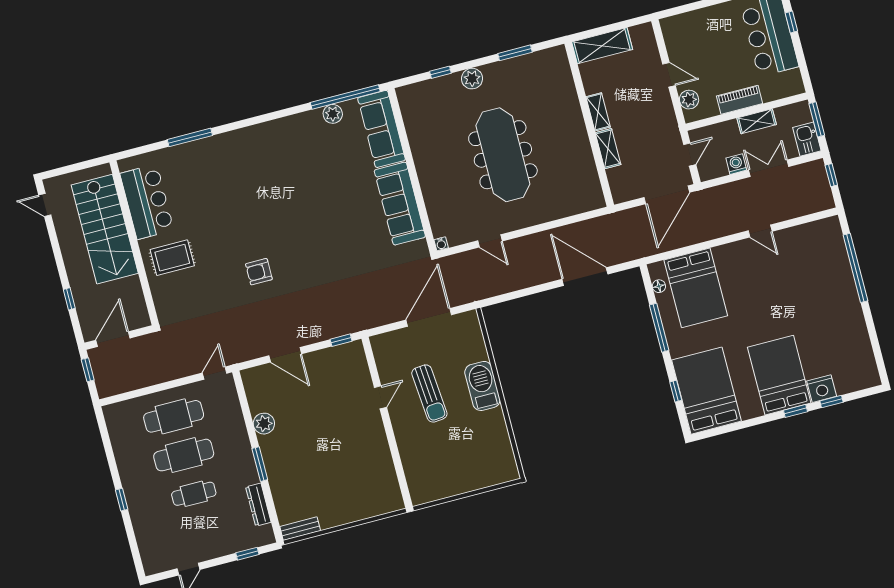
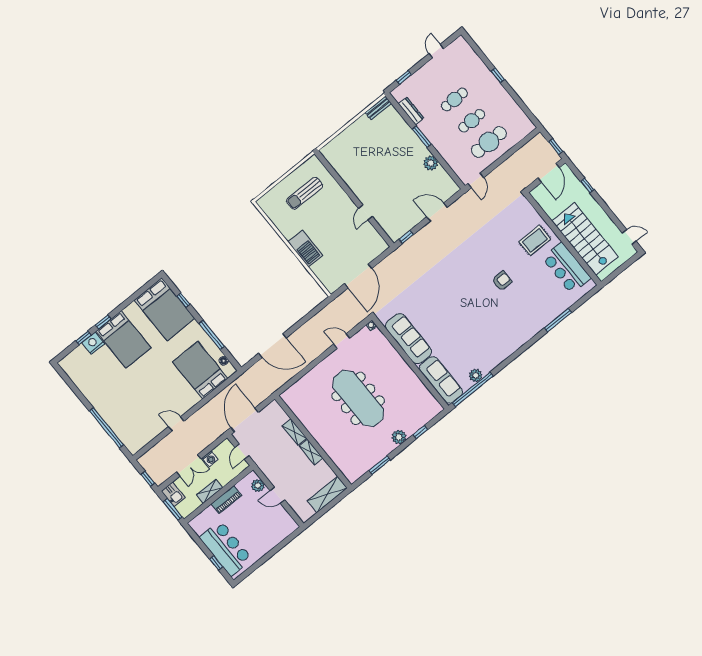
armchair: (259, 272) -> (502, 281), moved
sun lounger: (429, 393) -> (305, 193), moved, turned -85
cafe table: (184, 455) -> (472, 121), width x0.73, depth x0.74

